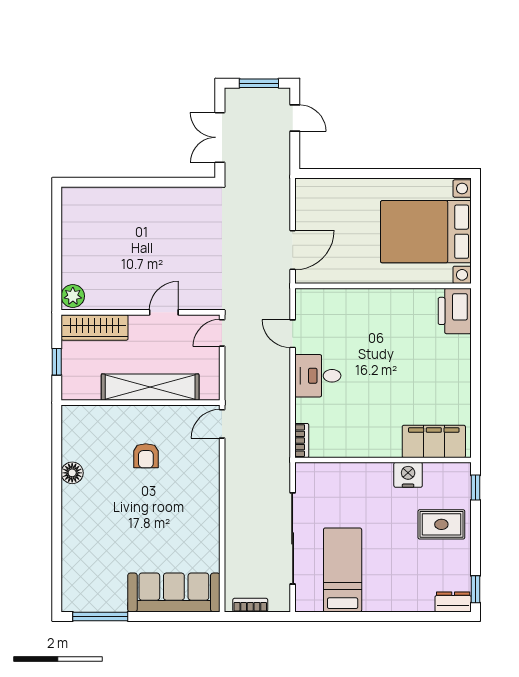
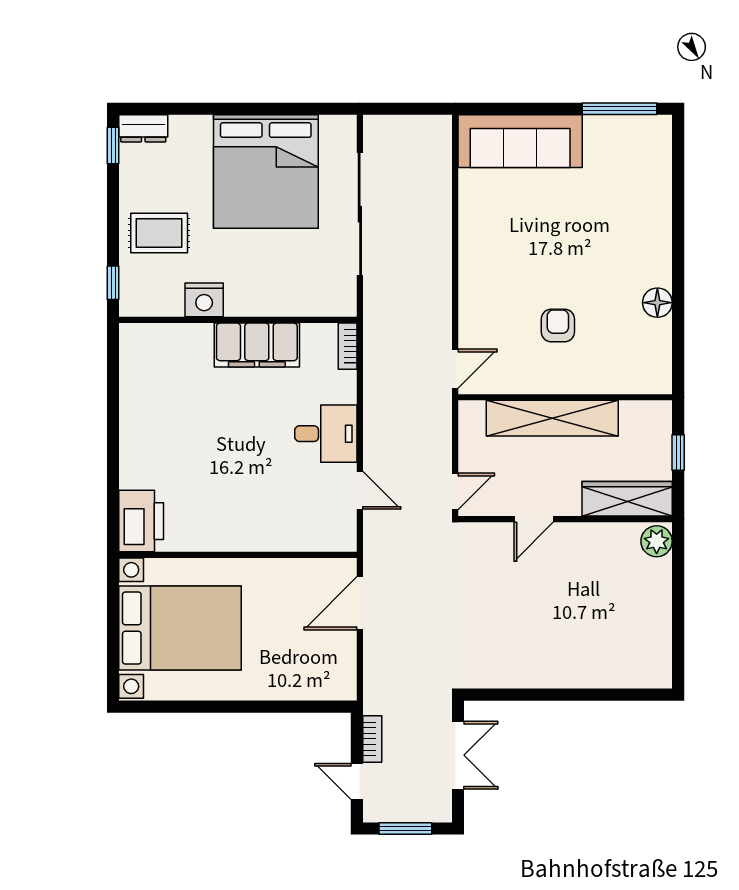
filing cabinet: (434, 441) -> (257, 345), moved
bed: (343, 570) -> (266, 171), width x2.04
bookcase: (250, 605) -> (372, 739), moved, turned -90

